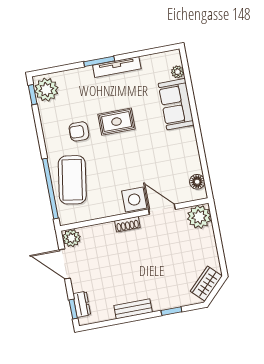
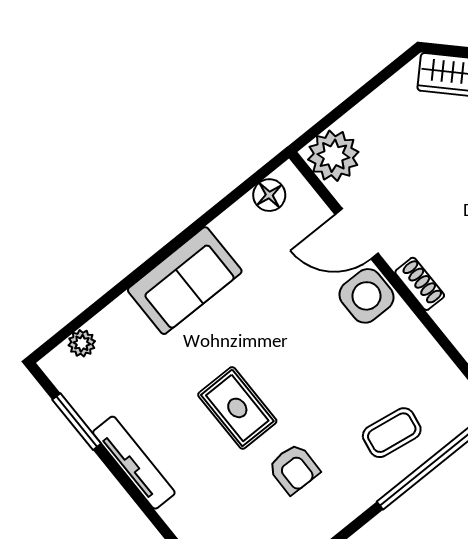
window: (99, 61) -> (77, 422), moved
sofa: (176, 104) -> (185, 281), moved
coffee table: (72, 180) -> (392, 433), width x0.54, depth x0.58
door: (162, 209) -> (357, 234), hinge flipped

